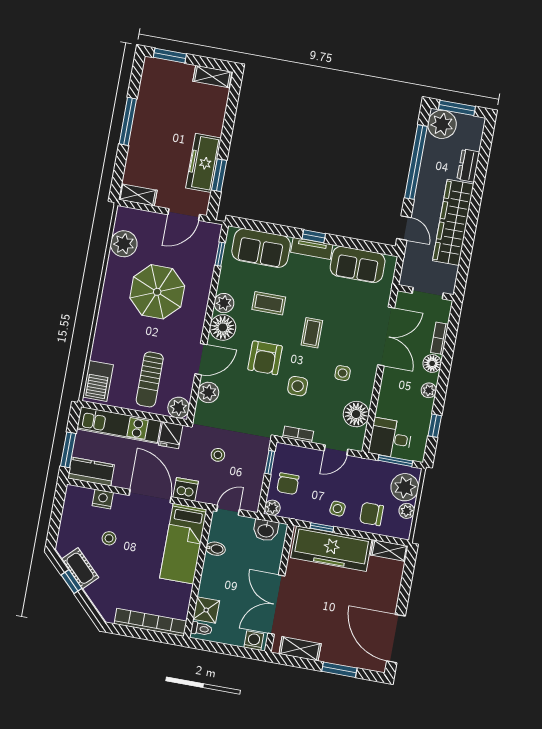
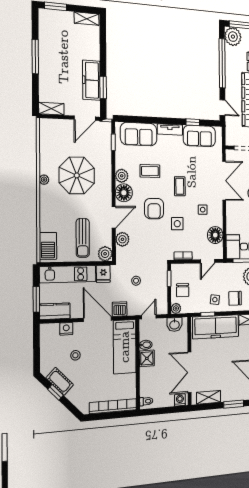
window: (314, 236) -> (193, 122), moved
plant: (124, 244) -> (44, 180), moved, width x0.53, depth x0.53
shower: (206, 610) -> (147, 358), moved

